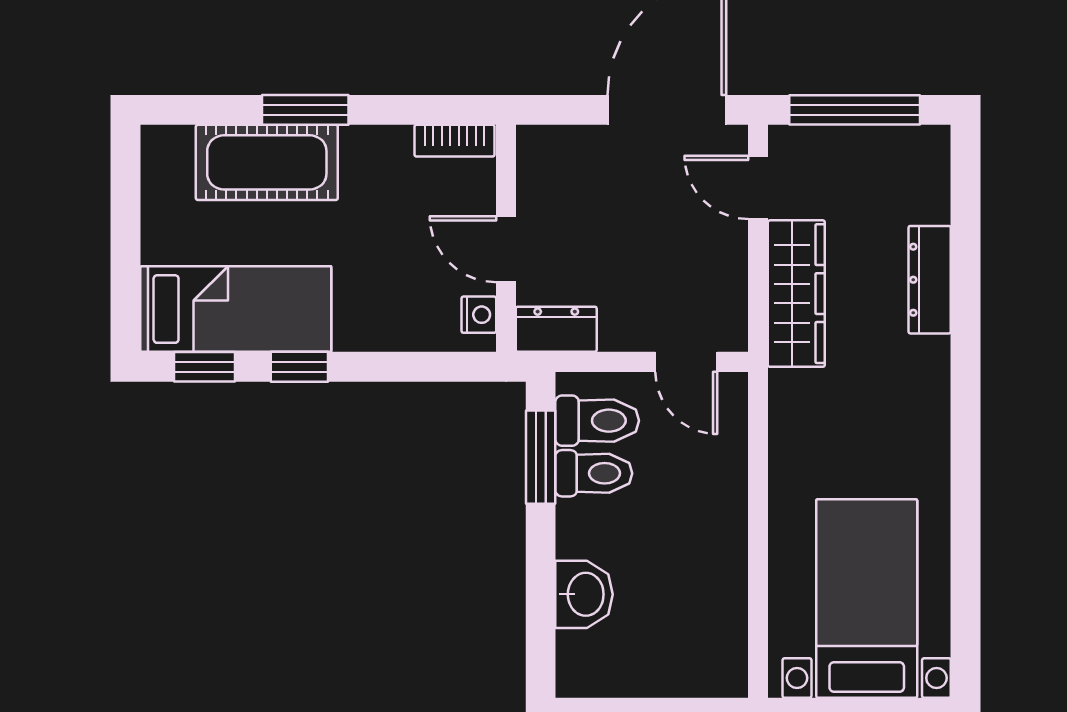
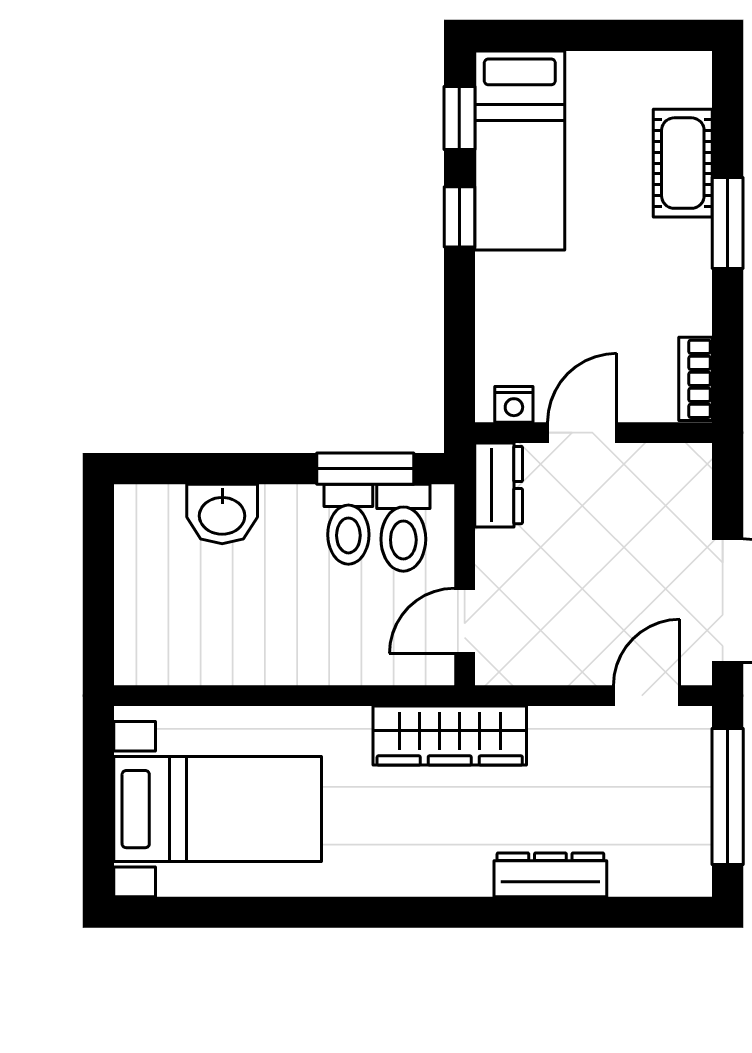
cot: (267, 162) -> (683, 163), width x0.73, depth x0.75
wardrobe: (796, 294) -> (450, 736), moved

